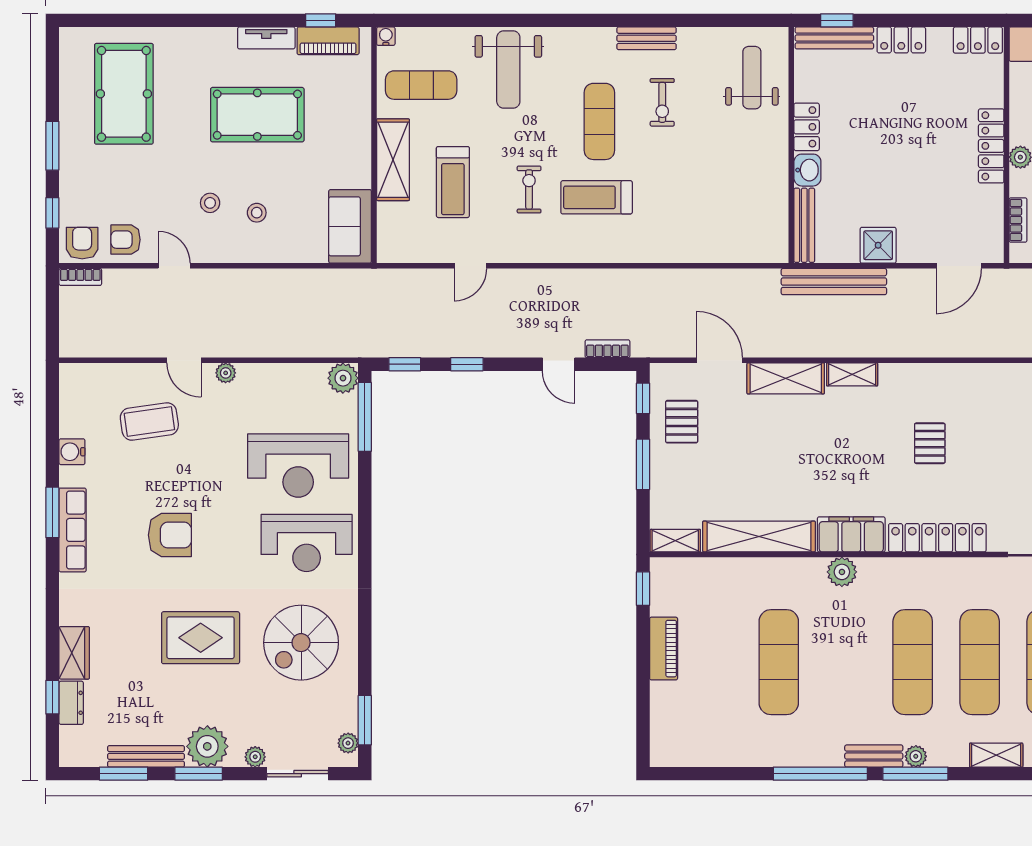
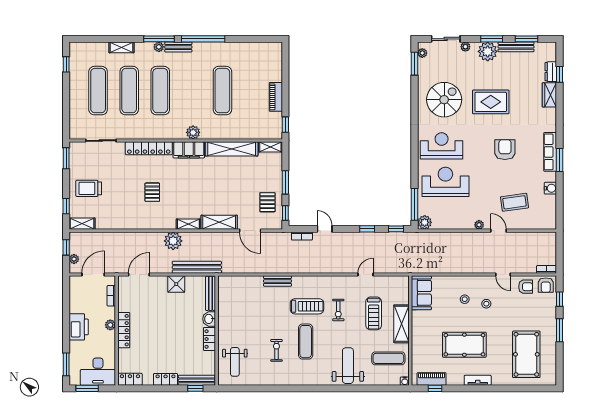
tv unit: (266, 38) -> (478, 380), moved
bench: (647, 38) -> (277, 281), moved
treadmill: (453, 182) -> (374, 313), turned 180
plant: (885, 338) -> (173, 241), added
armchair: (170, 535) -> (505, 150), turned 90

